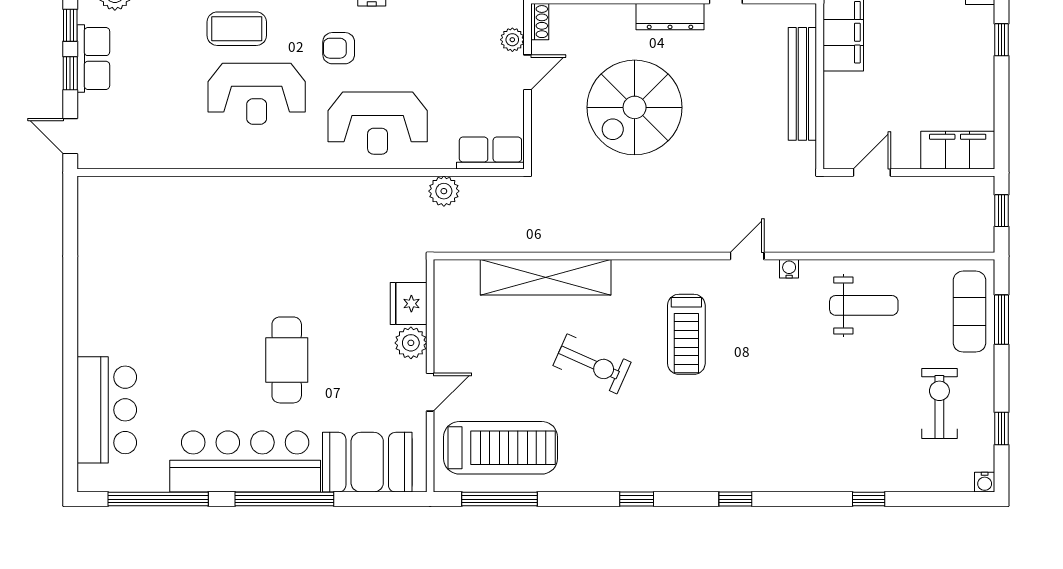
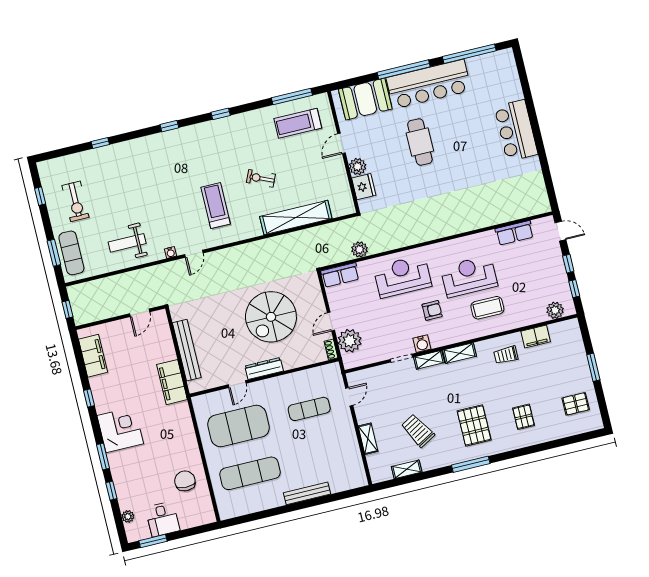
plant: (512, 40) -> (350, 341), width x1.88, depth x1.88
row of seats: (93, 58) -> (514, 233), moved, turned -90
spiral stairs: (635, 107) -> (271, 317), turned 180
filing cabinet: (958, 150) -> (93, 356), moved, turned -90
exercise bike: (592, 364) -> (261, 178), width x0.73, depth x0.72
bar counter: (107, 410) -> (516, 130), moved
treadmill: (501, 448) -> (298, 123), width x0.73, depth x0.73
water cooler: (985, 482) -> (42, 166), removed

